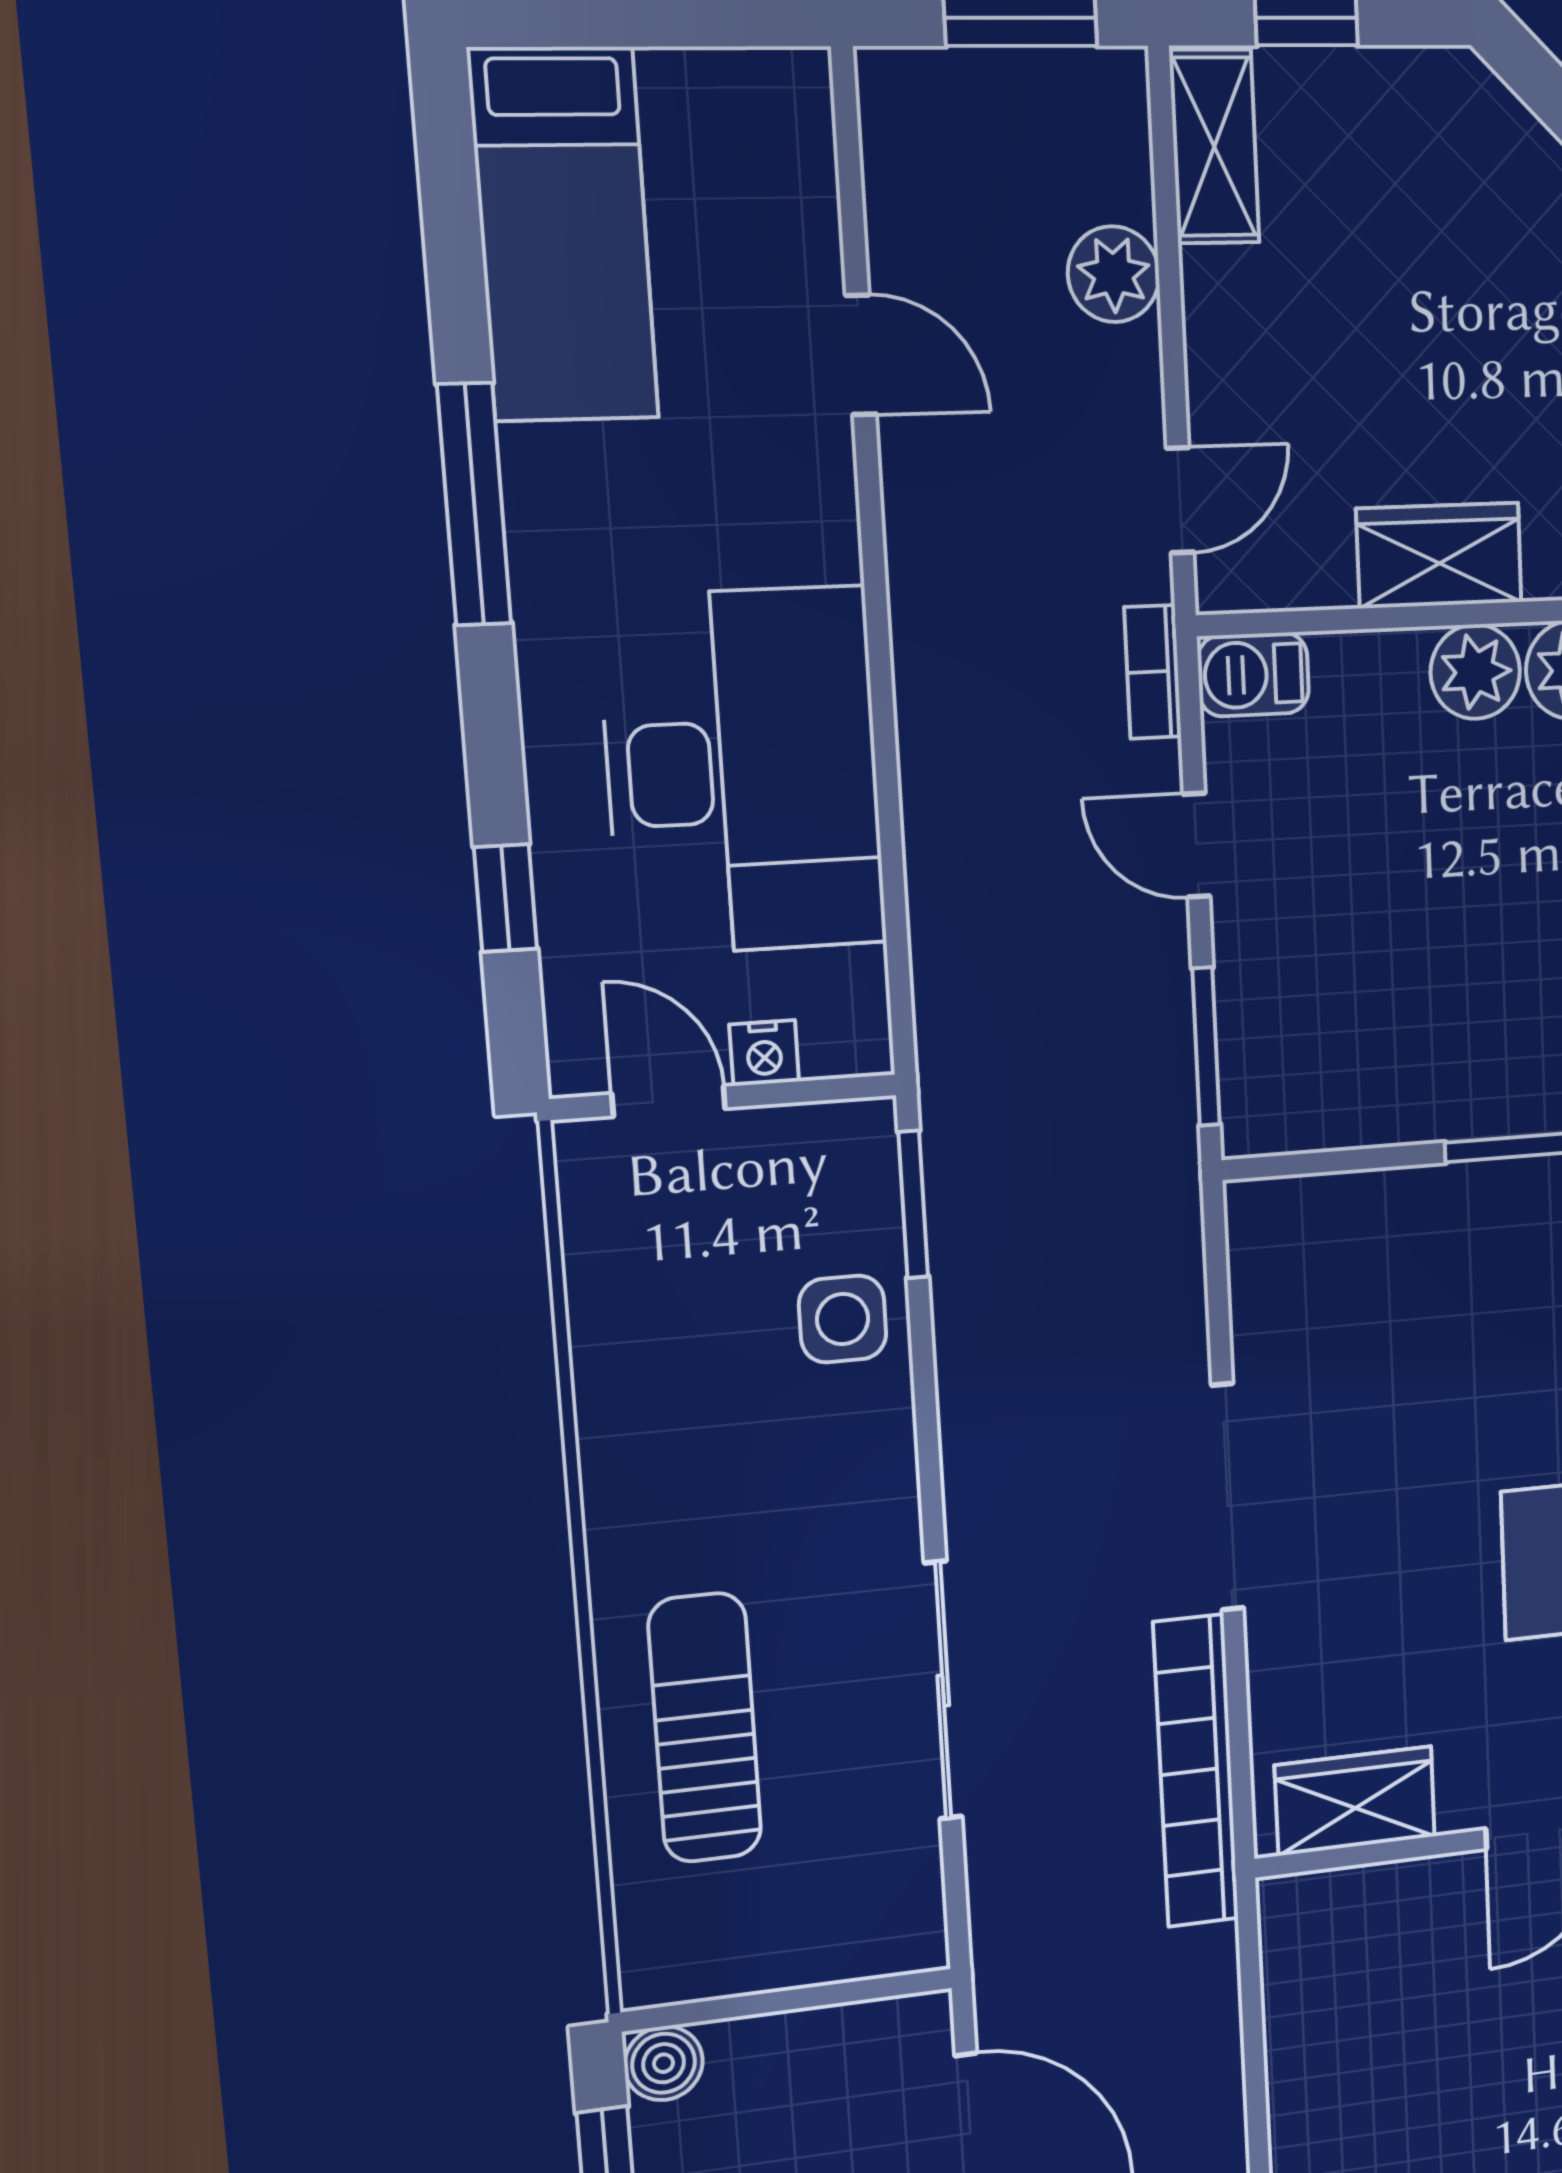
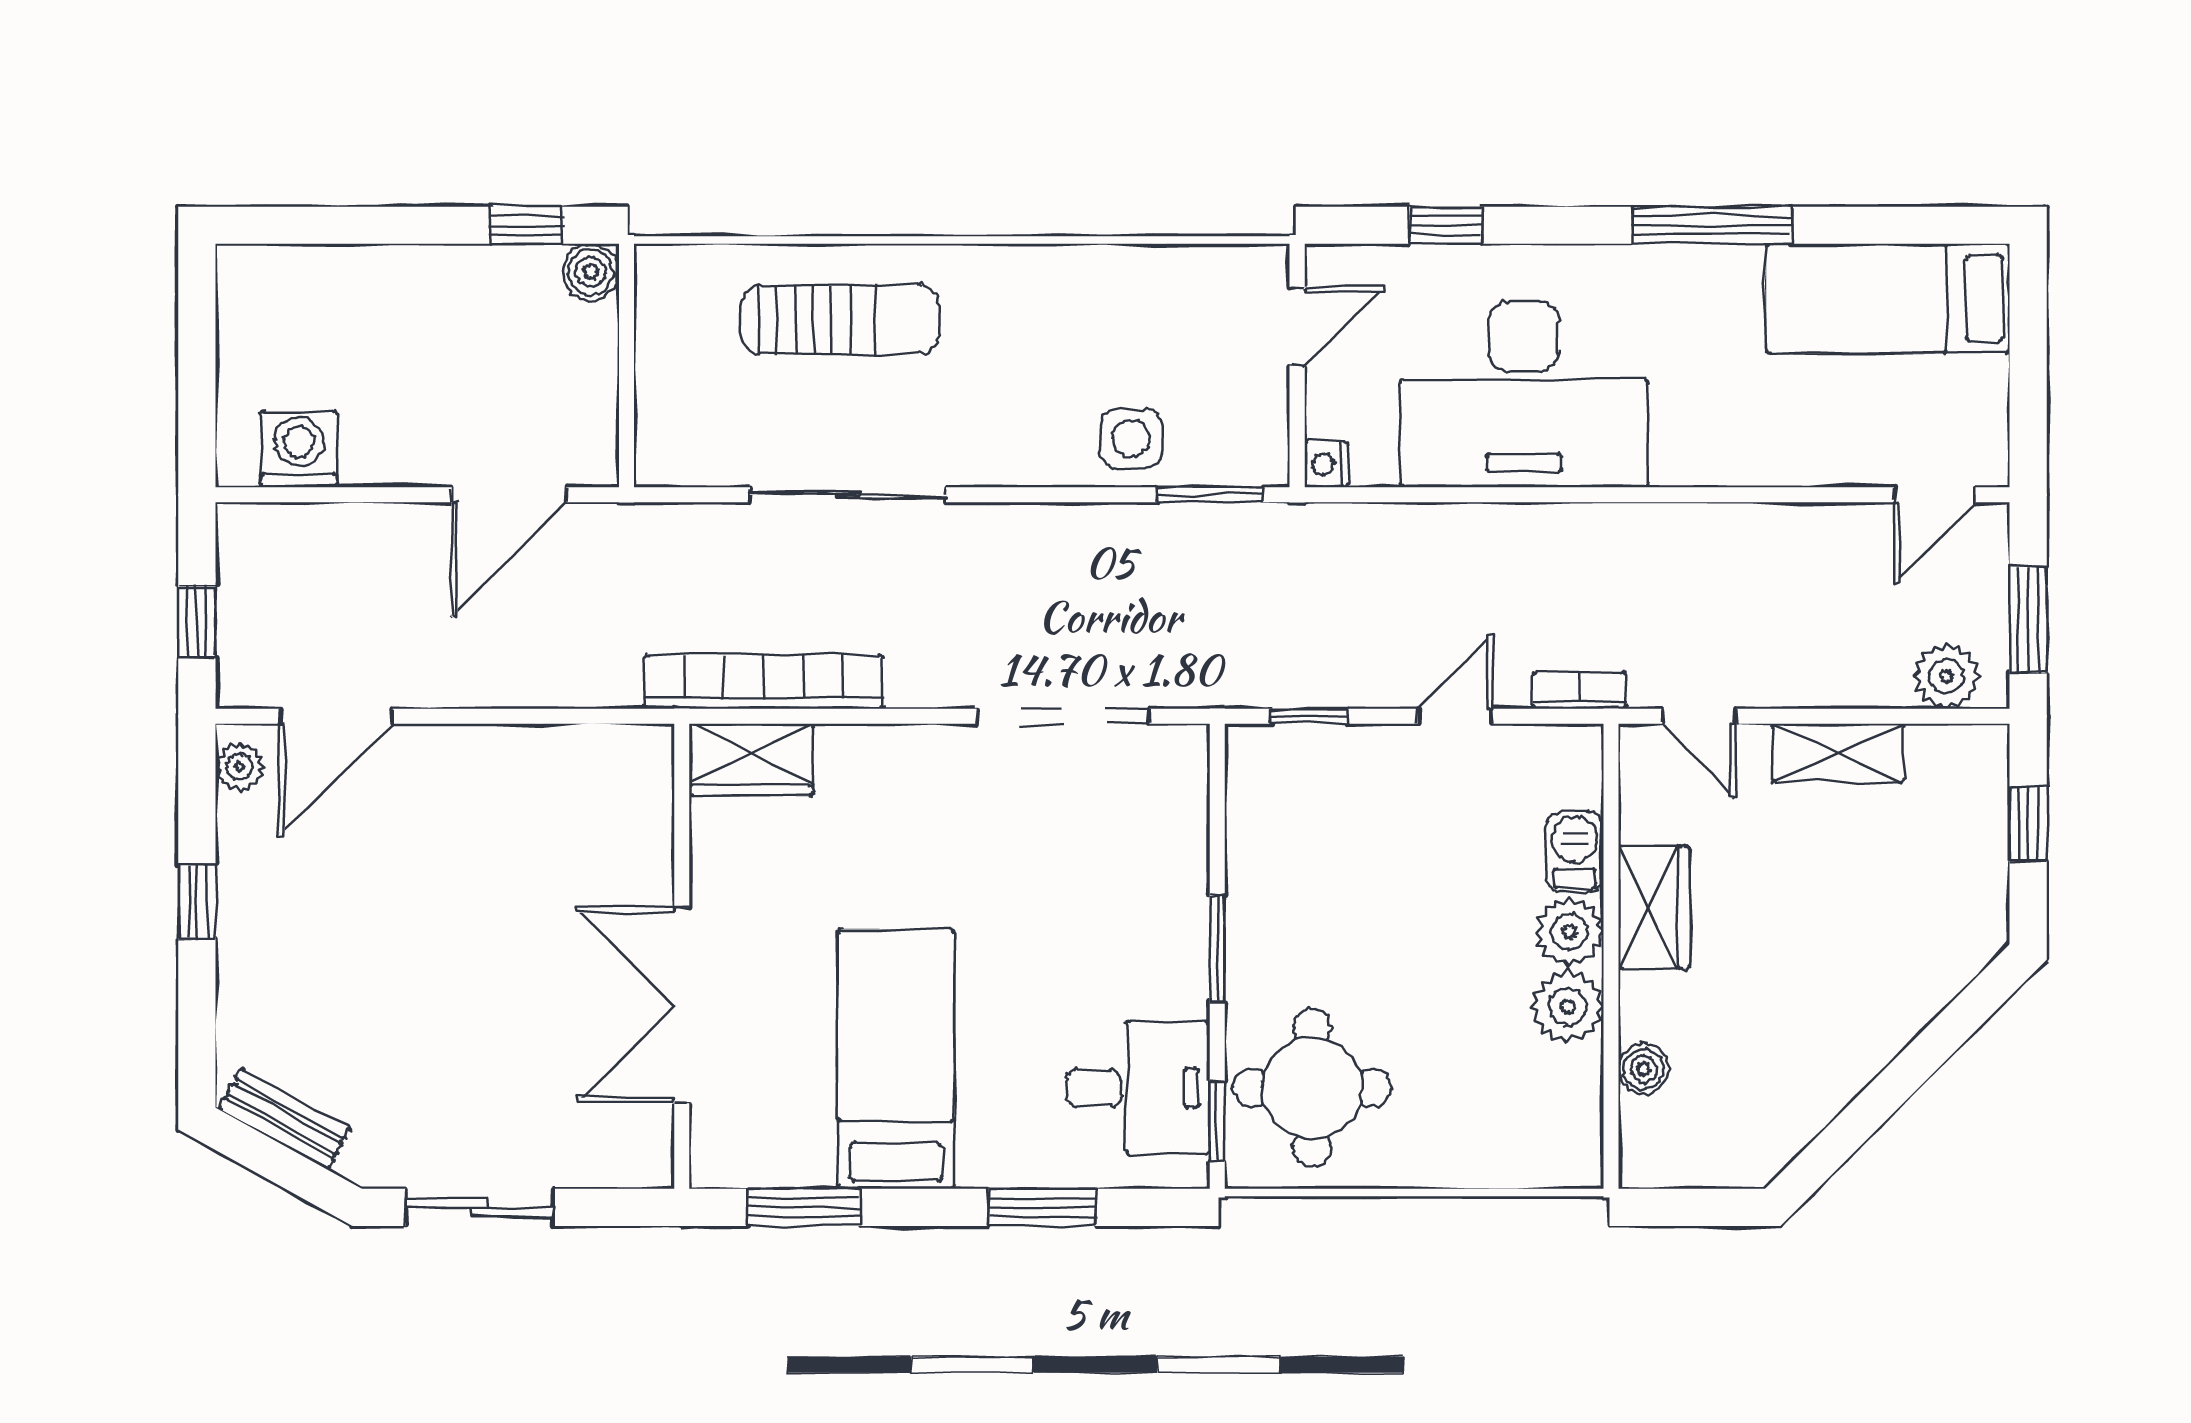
shelving: (1214, 147) -> (1838, 753), moved
plant: (1114, 274) -> (1946, 676), moved
door: (861, 355) -> (1934, 495), moved
barbecue: (1253, 674) -> (1575, 852), moved
window: (1206, 1047) -> (1309, 716), width x0.67
nightstand: (764, 1053) -> (1326, 464), moved
doorway: (1227, 1497) -> (1063, 716), moved
wardrobe: (1355, 1801) -> (751, 760), moved, turned 90

